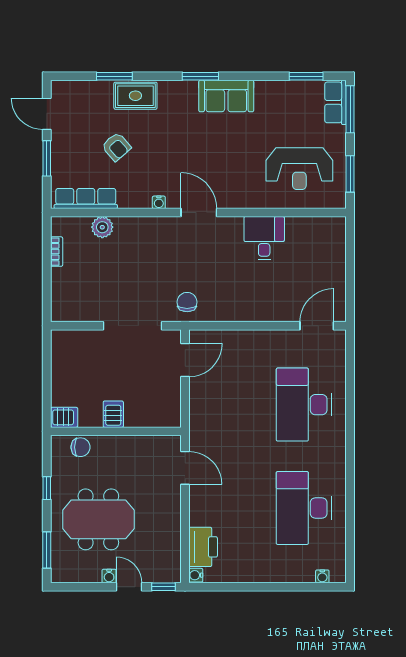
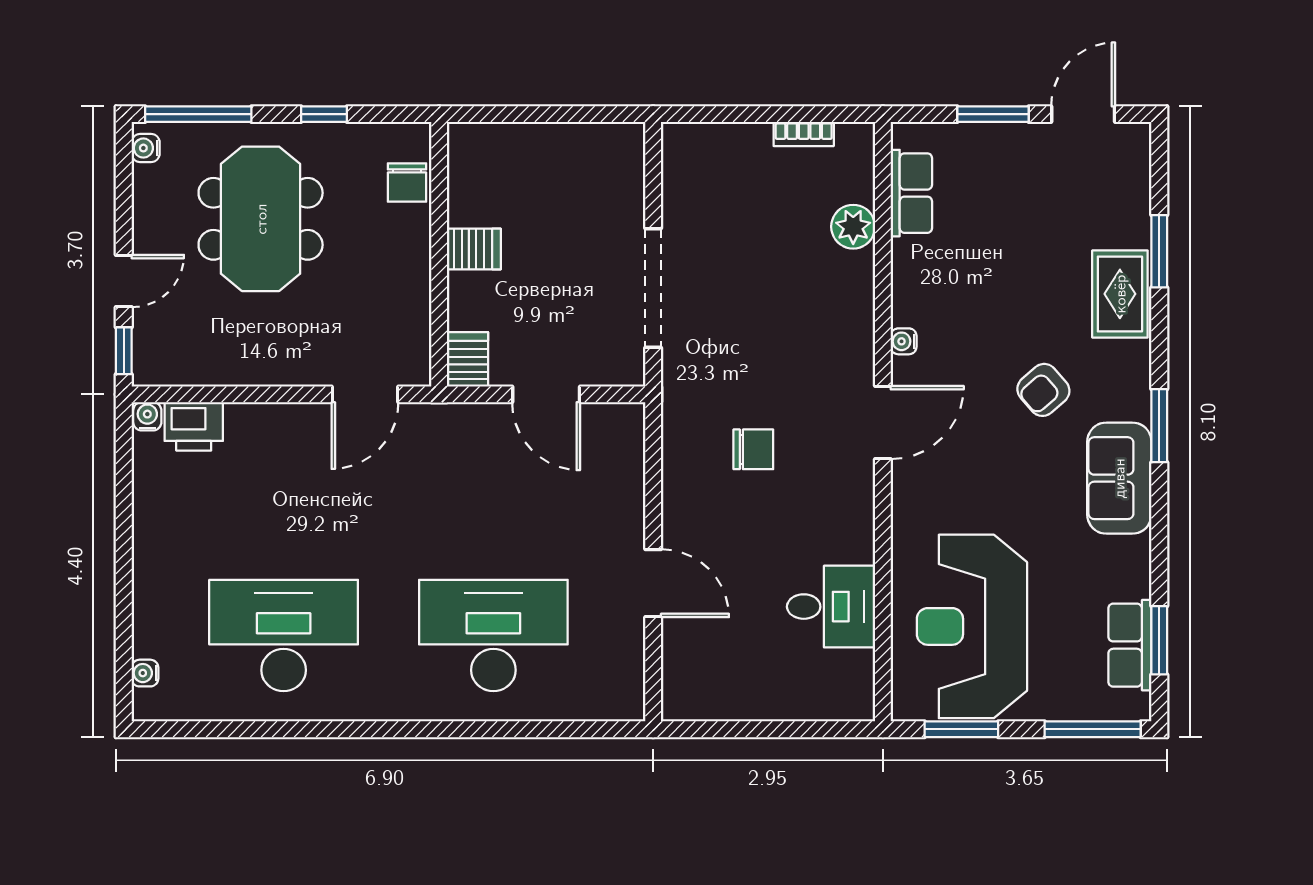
row of seats: (336, 102) -> (1130, 645), moved, turned -90
armchair: (116, 147) -> (1043, 390), moved
reception desk: (299, 169) -> (972, 626), width x1.36, depth x1.30
row of seats: (86, 199) -> (911, 193), width x0.68
desk: (264, 238) -> (831, 607), moved
chair: (187, 302) -> (753, 449), moved
door: (317, 326) -> (653, 583), moved
door: (185, 360) -> (546, 394), moved
server rack: (64, 417) -> (467, 359), moved, turned 180
printer: (203, 547) -> (194, 426), width x0.73, depth x0.84
window: (47, 550) -> (198, 114), width x1.44
water cooler: (109, 576) -> (146, 148), moved

